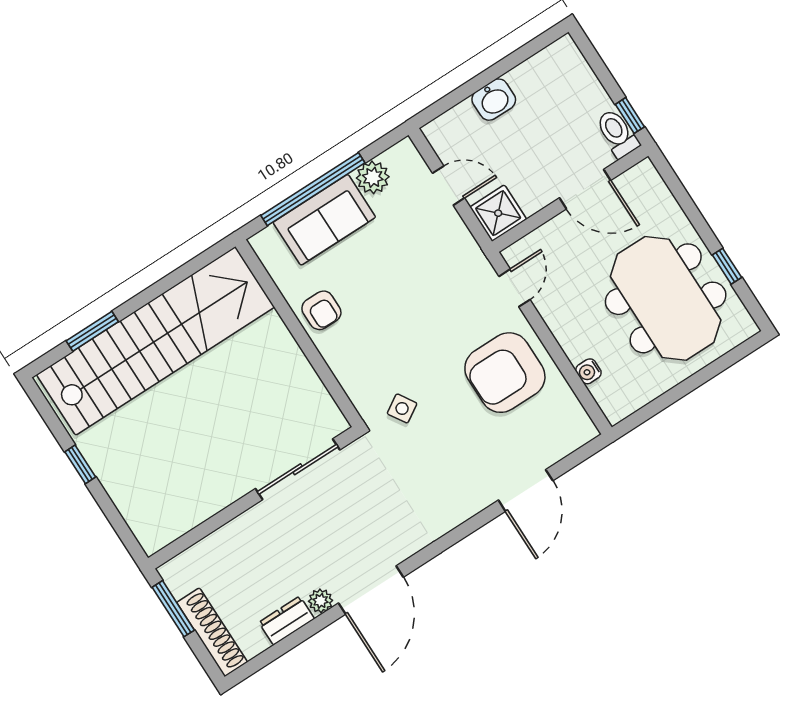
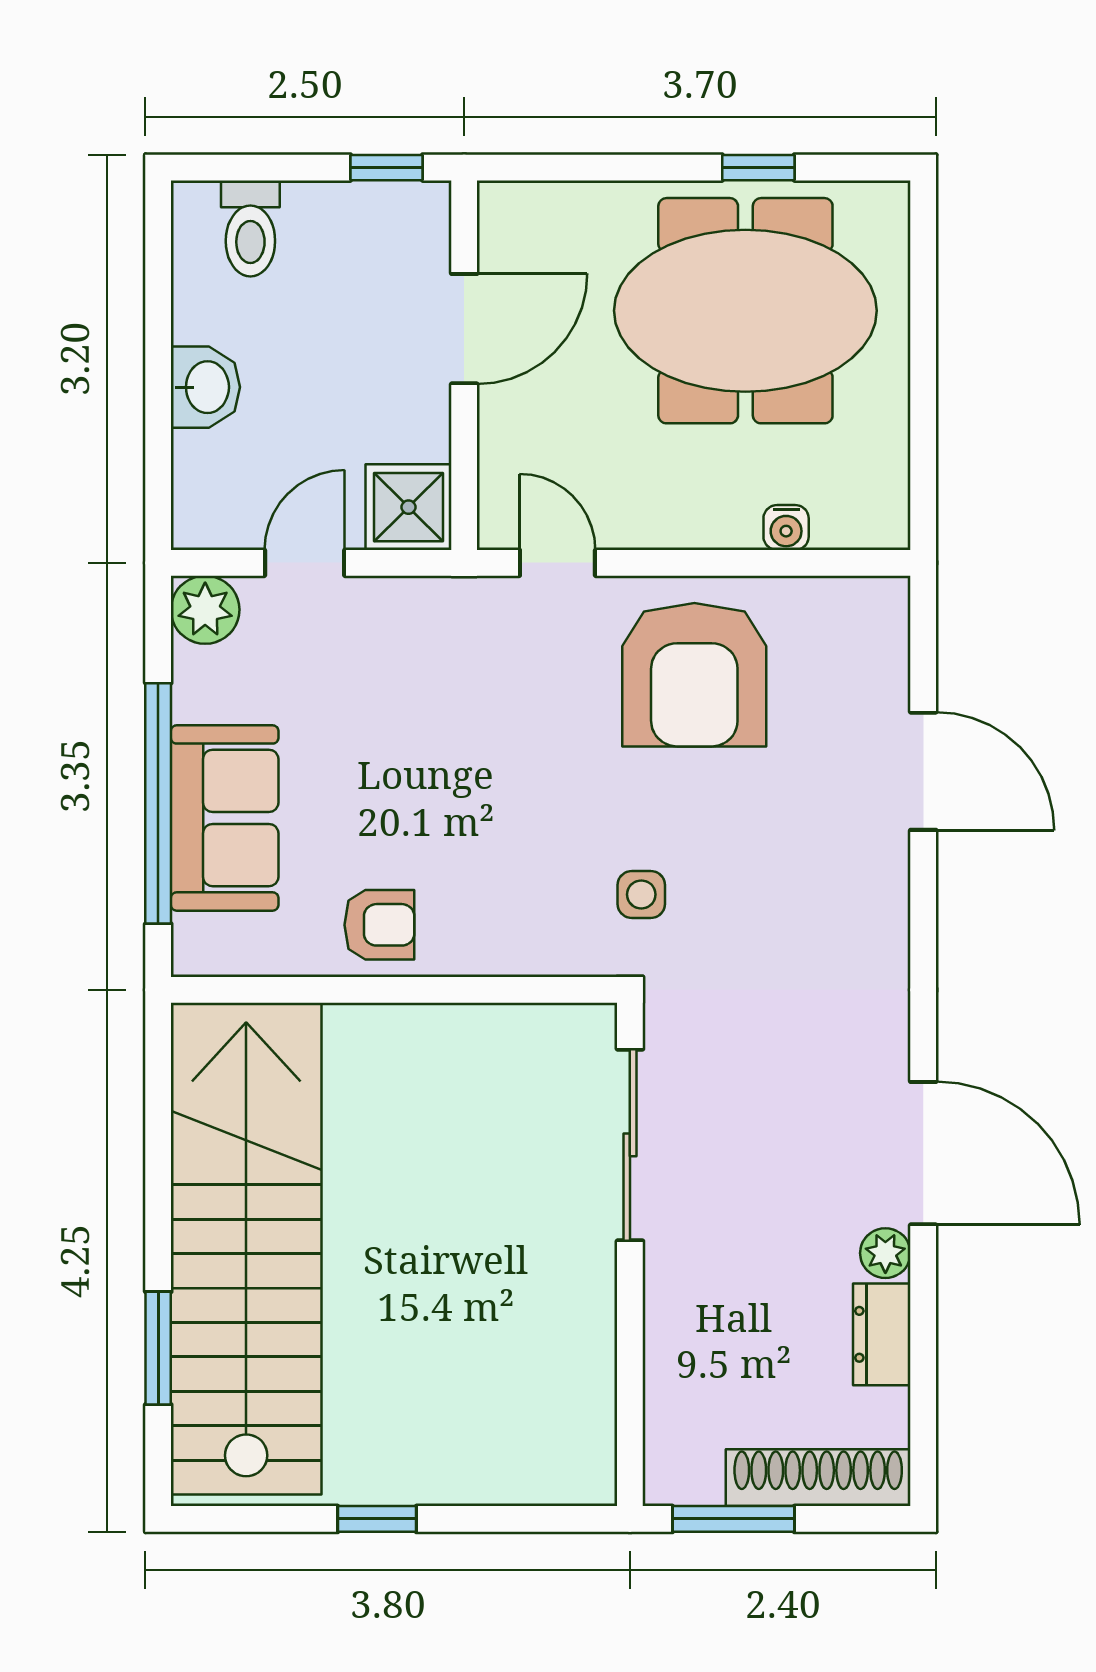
toilet: (617, 133) -> (250, 228), moved, turned -90
plant: (373, 177) -> (205, 610), moved
side table: (402, 408) -> (641, 894), turned 32

